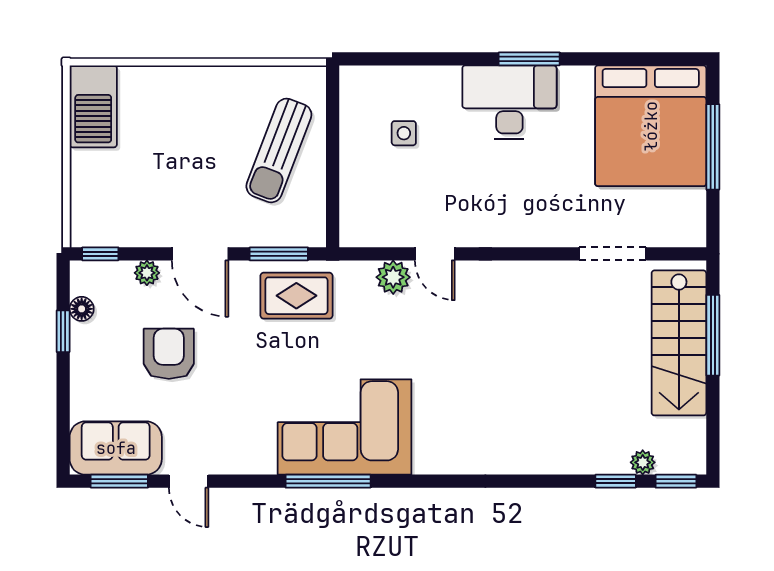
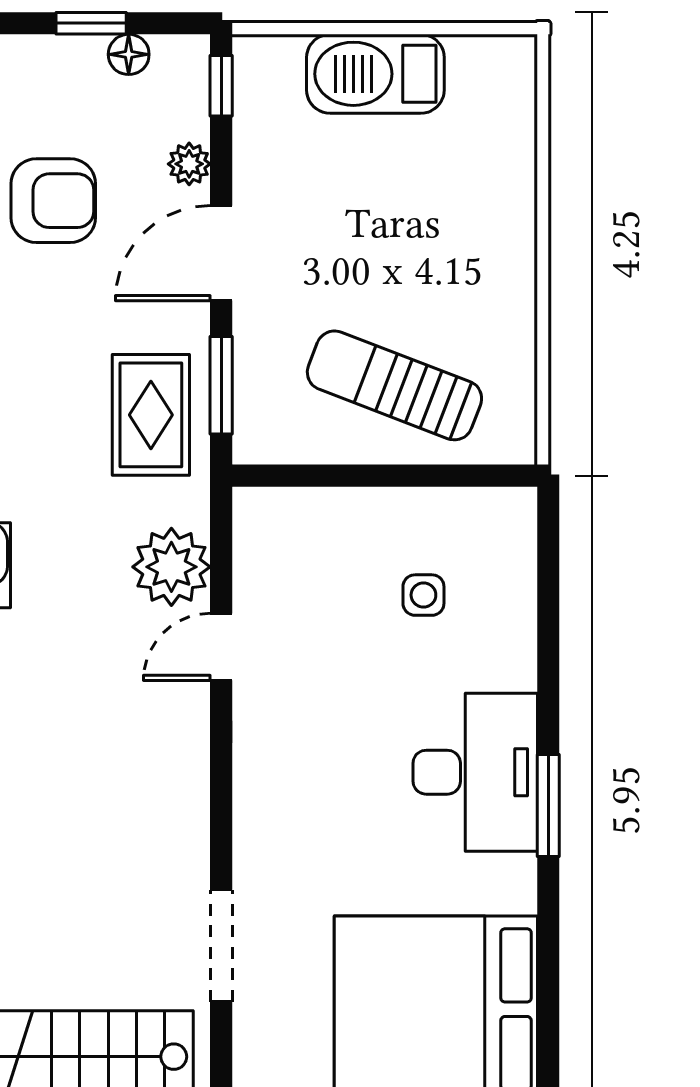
barbecue: (93, 106) -> (375, 74), moved
plant: (393, 277) -> (171, 567), width x1.36, depth x1.36

